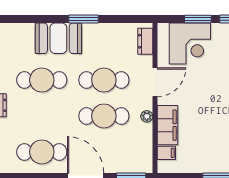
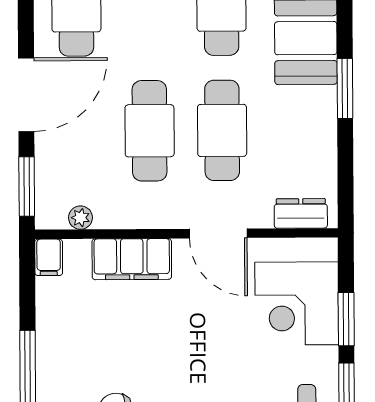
plant: (147, 116) -> (80, 218), moved
filing cabinet: (166, 153) -> (49, 257), moved

